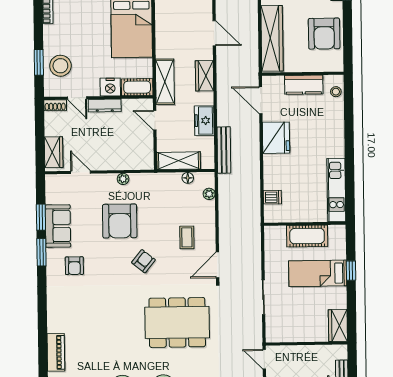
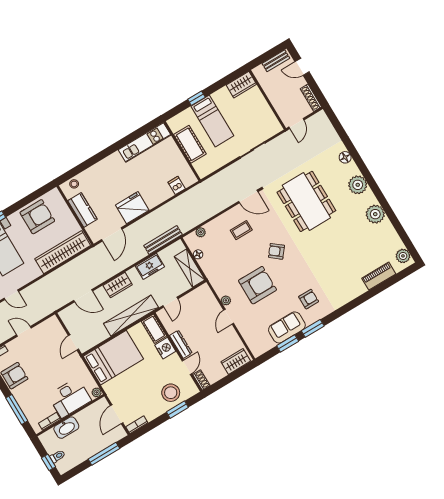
door: (214, 33) -> (83, 296), swing flipped
shelving: (165, 82) -> (131, 316), width x1.47
door: (81, 172) -> (229, 317), moved

